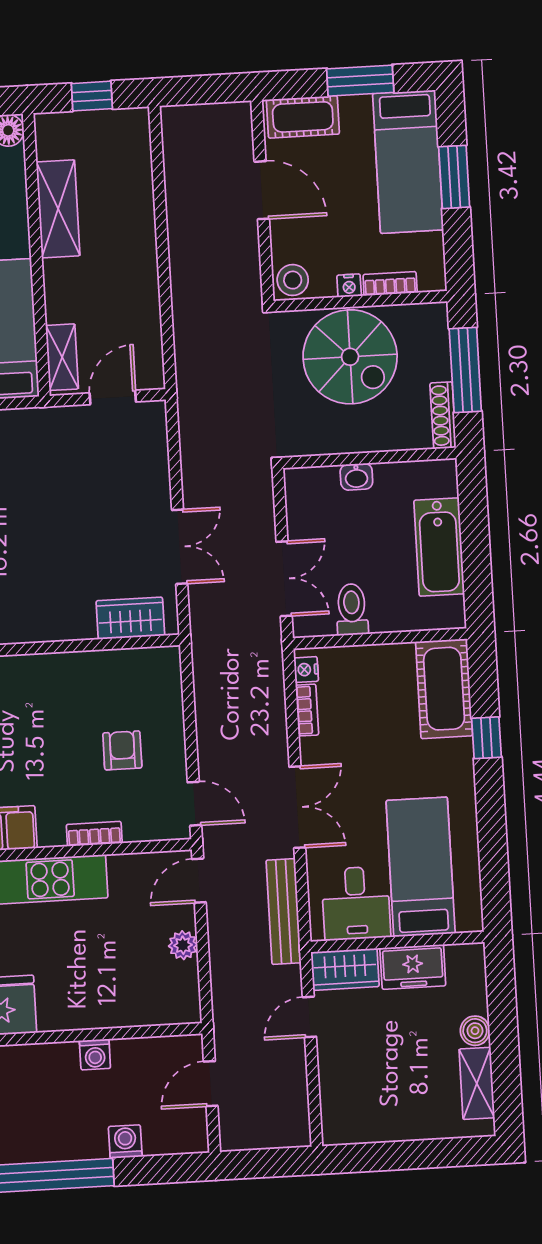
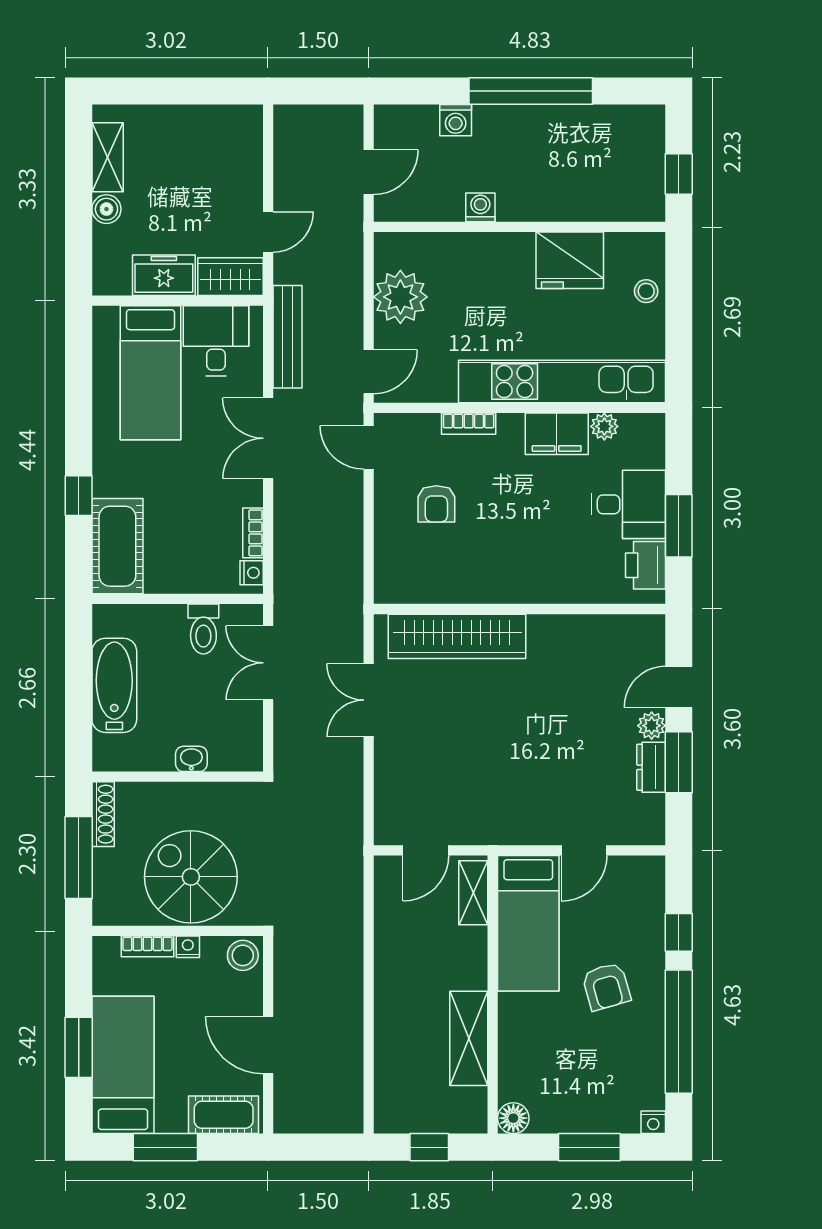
wardrobe: (130, 618) -> (457, 636), width x2.10, depth x1.17
plant: (183, 945) -> (400, 297), width x1.88, depth x1.88

